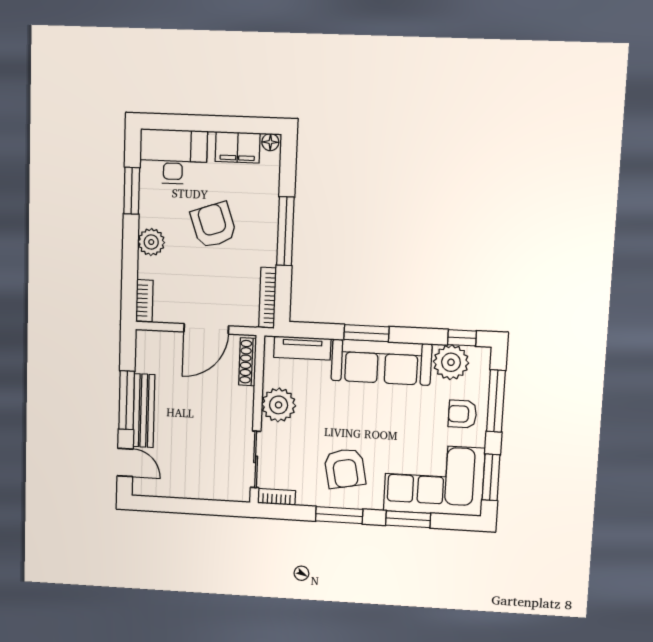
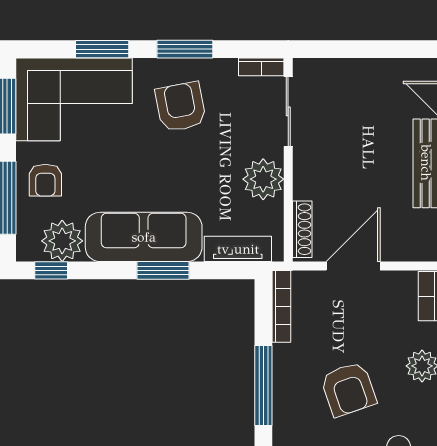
armchair: (462, 414) -> (45, 180), turned 90

